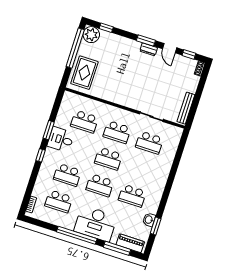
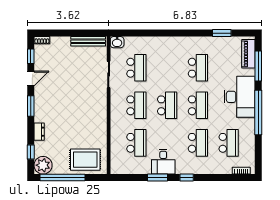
dresser: (149, 49) -> (39, 132), moved
washbasin: (149, 220) -> (117, 42), moved

